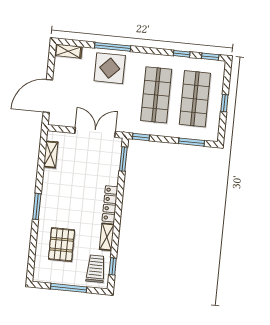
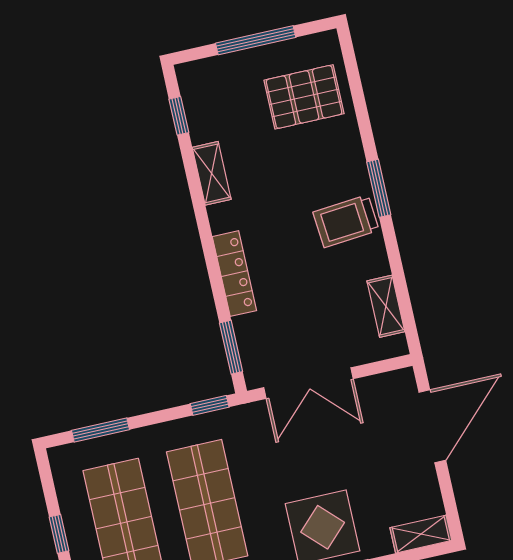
locker: (110, 204) -> (234, 274), moved
pallet: (62, 245) -> (304, 97), moved, turned 90
trolley: (96, 269) -> (346, 221), moved, turned 85

